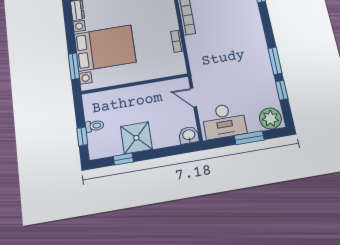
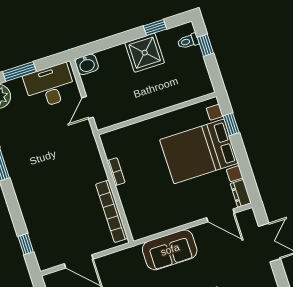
window: (74, 66) -> (231, 124), width x0.67
door: (193, 98) -> (88, 108), swing flipped
toilet: (94, 126) -> (188, 41), moved

